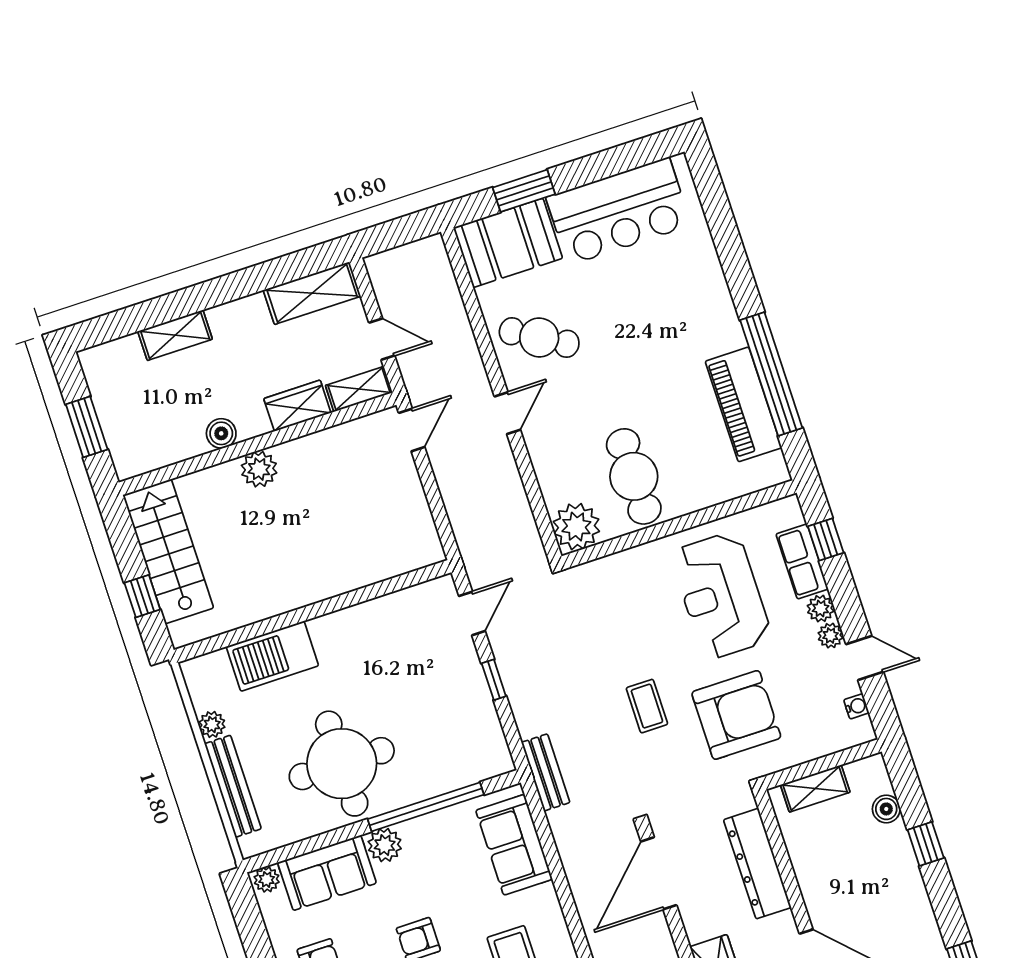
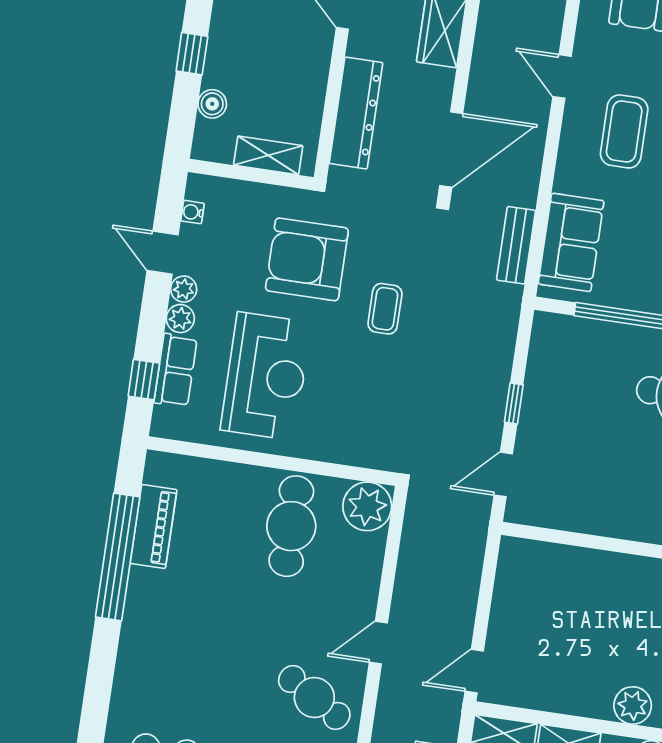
piano: (744, 404) -> (154, 526), width x0.73, depth x0.75
bench: (546, 772) -> (516, 245), moved

